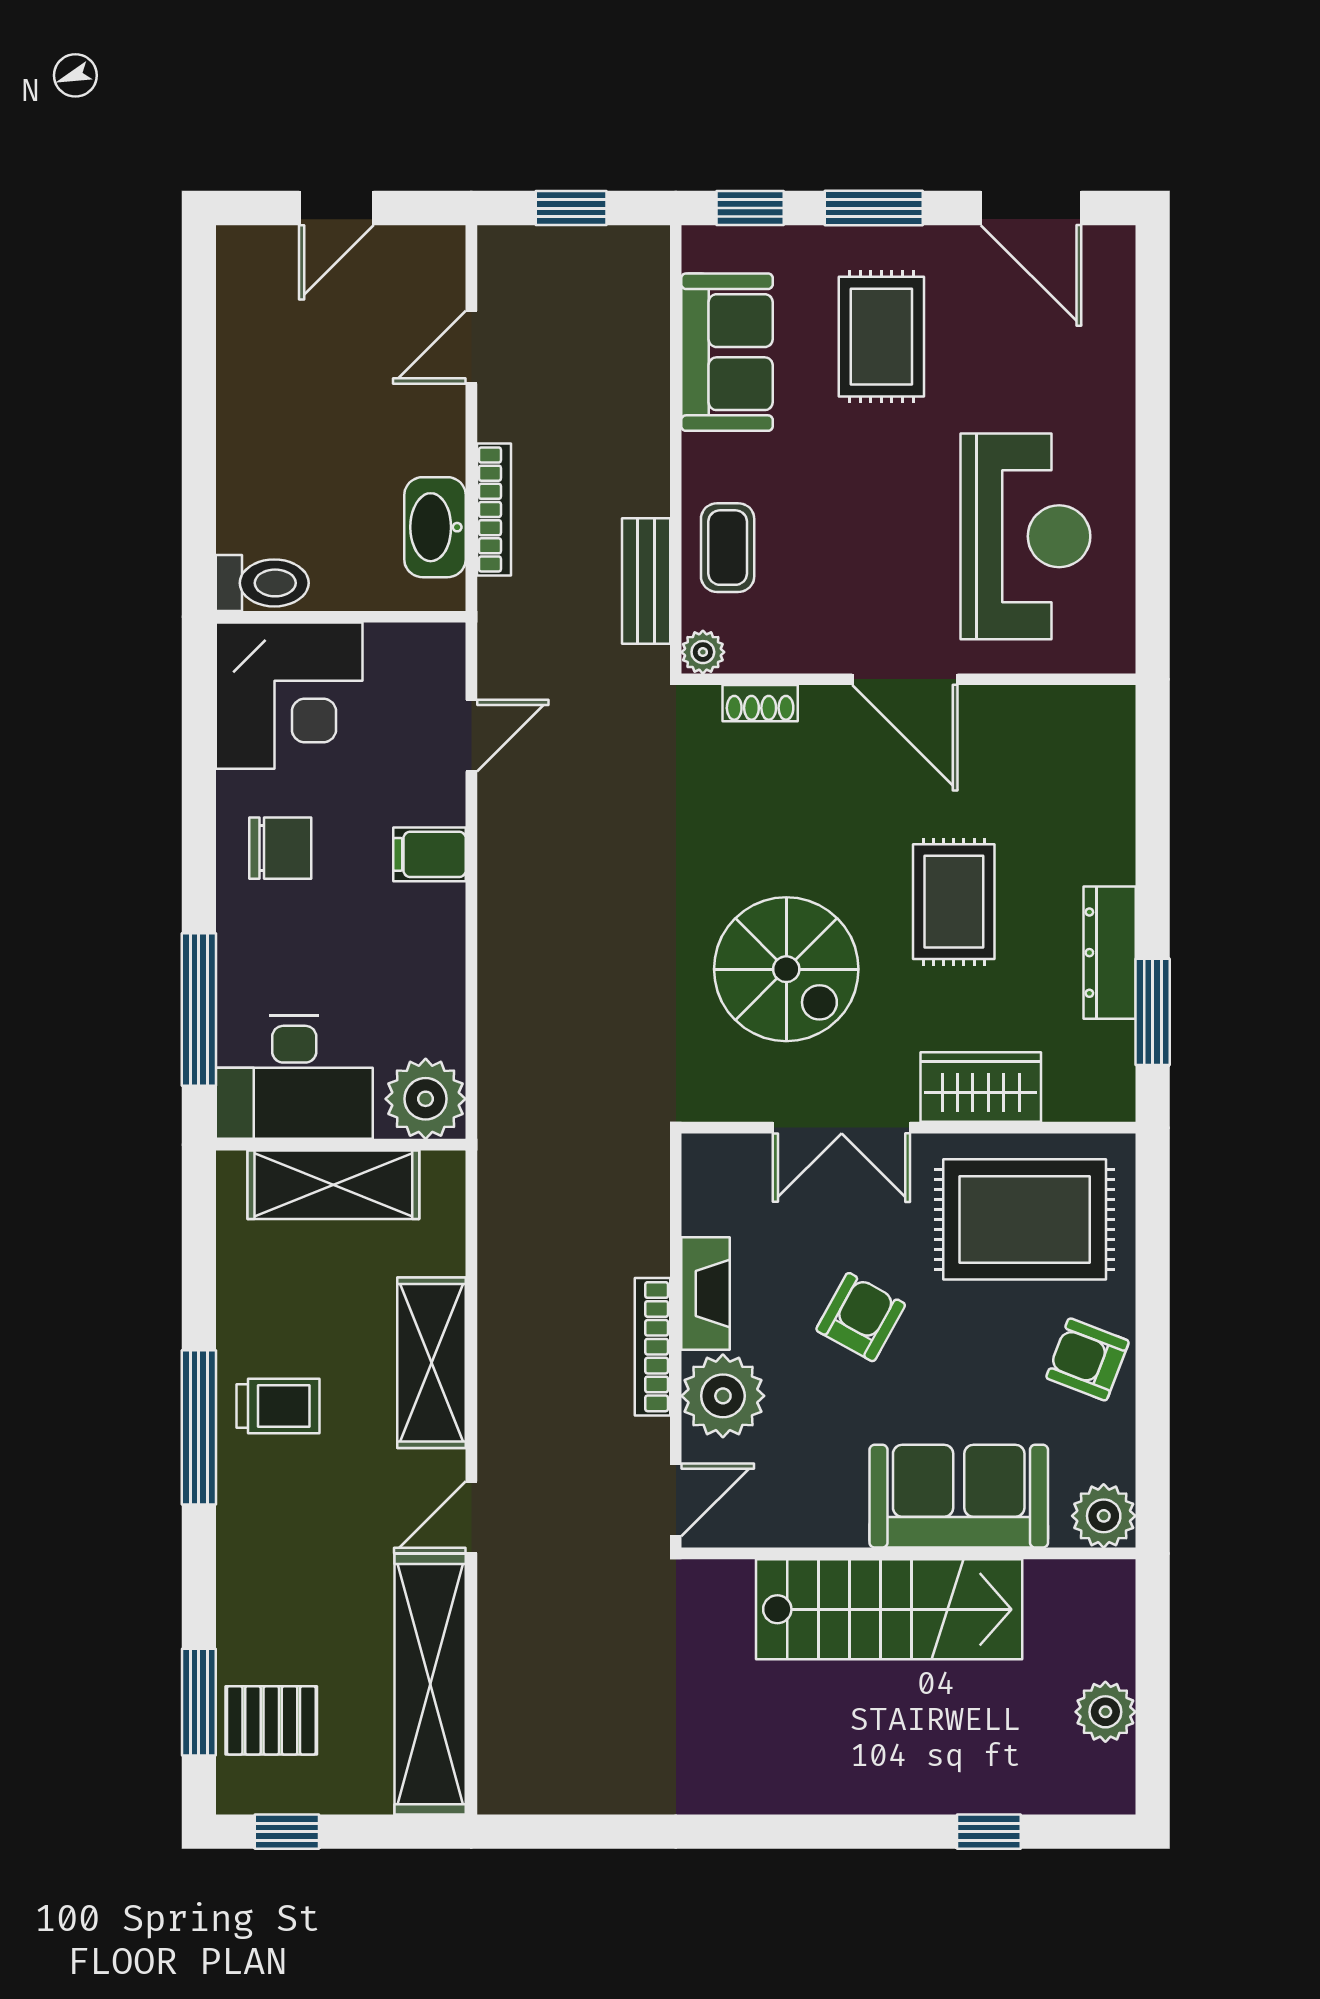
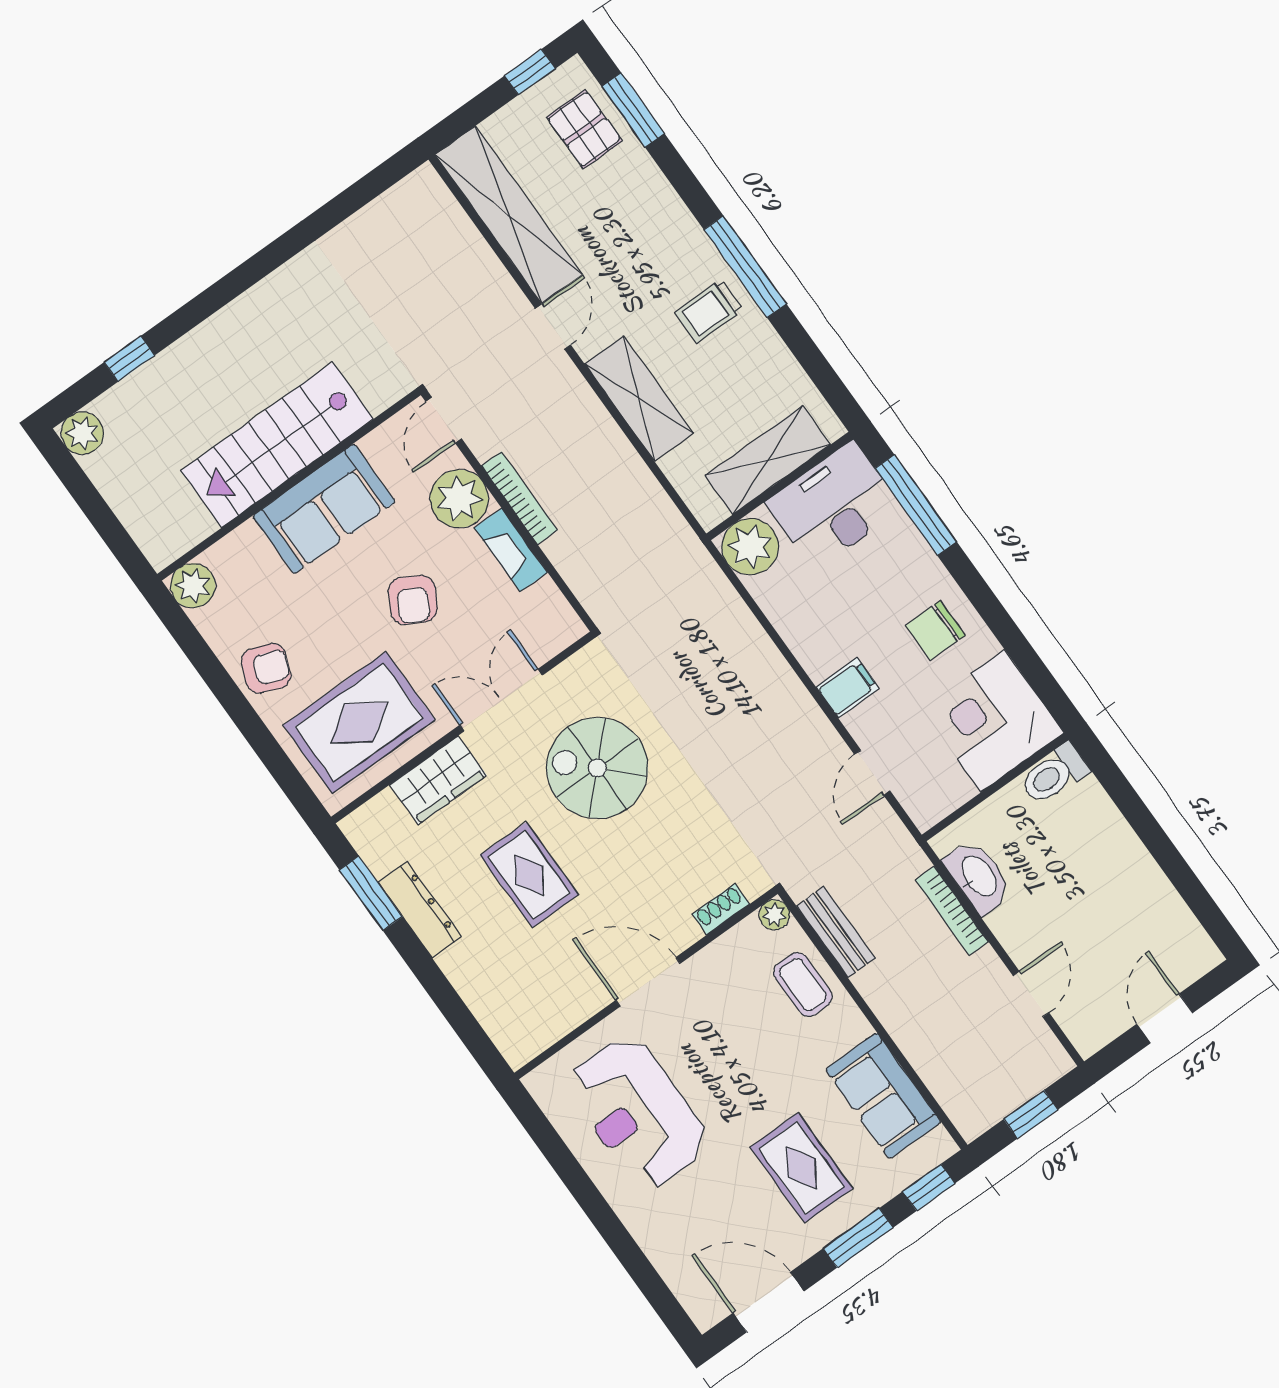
sofa: (959, 1496) -> (324, 509), moved
plant: (1105, 1712) -> (82, 433), moved
pallet: (271, 1720) -> (584, 129), turned 90

